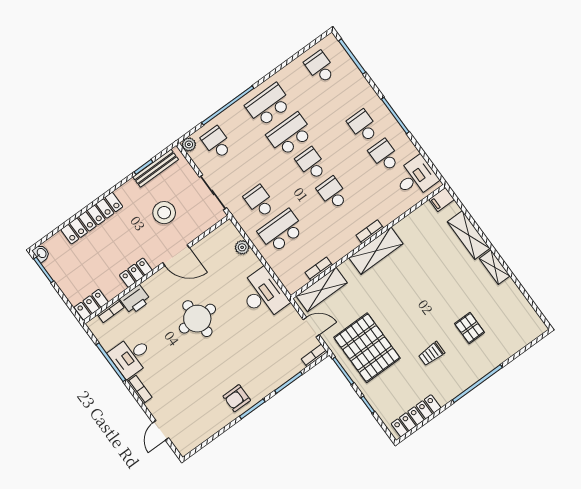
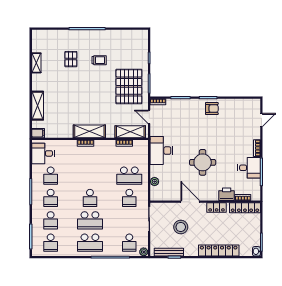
school desk: (333, 193) -> (51, 220), moved
shelving: (495, 267) -> (36, 63), moved
locker: (91, 305) -> (245, 208), width x1.53
locker: (416, 416) -> (129, 35), removed

